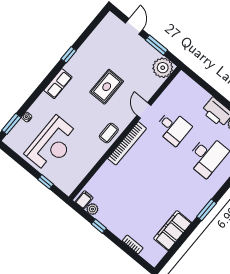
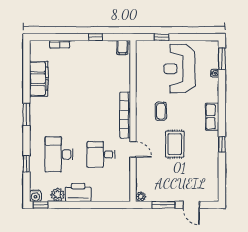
plant: (163, 68) -> (141, 197), width x0.53, depth x0.53
coffee table: (109, 133) -> (161, 111), moved
plant: (92, 209) -> (111, 46), removed

